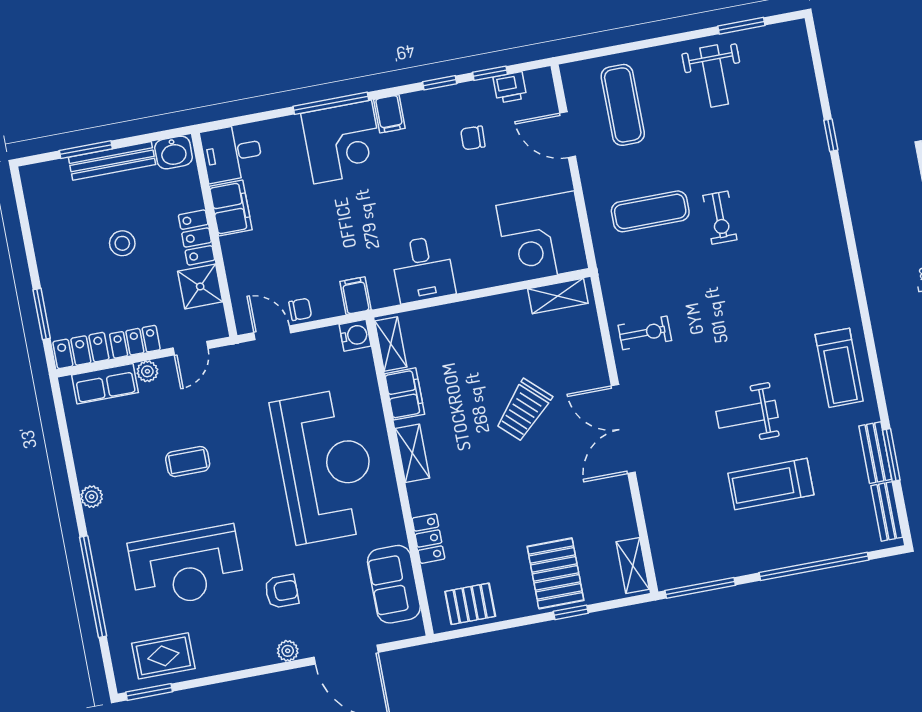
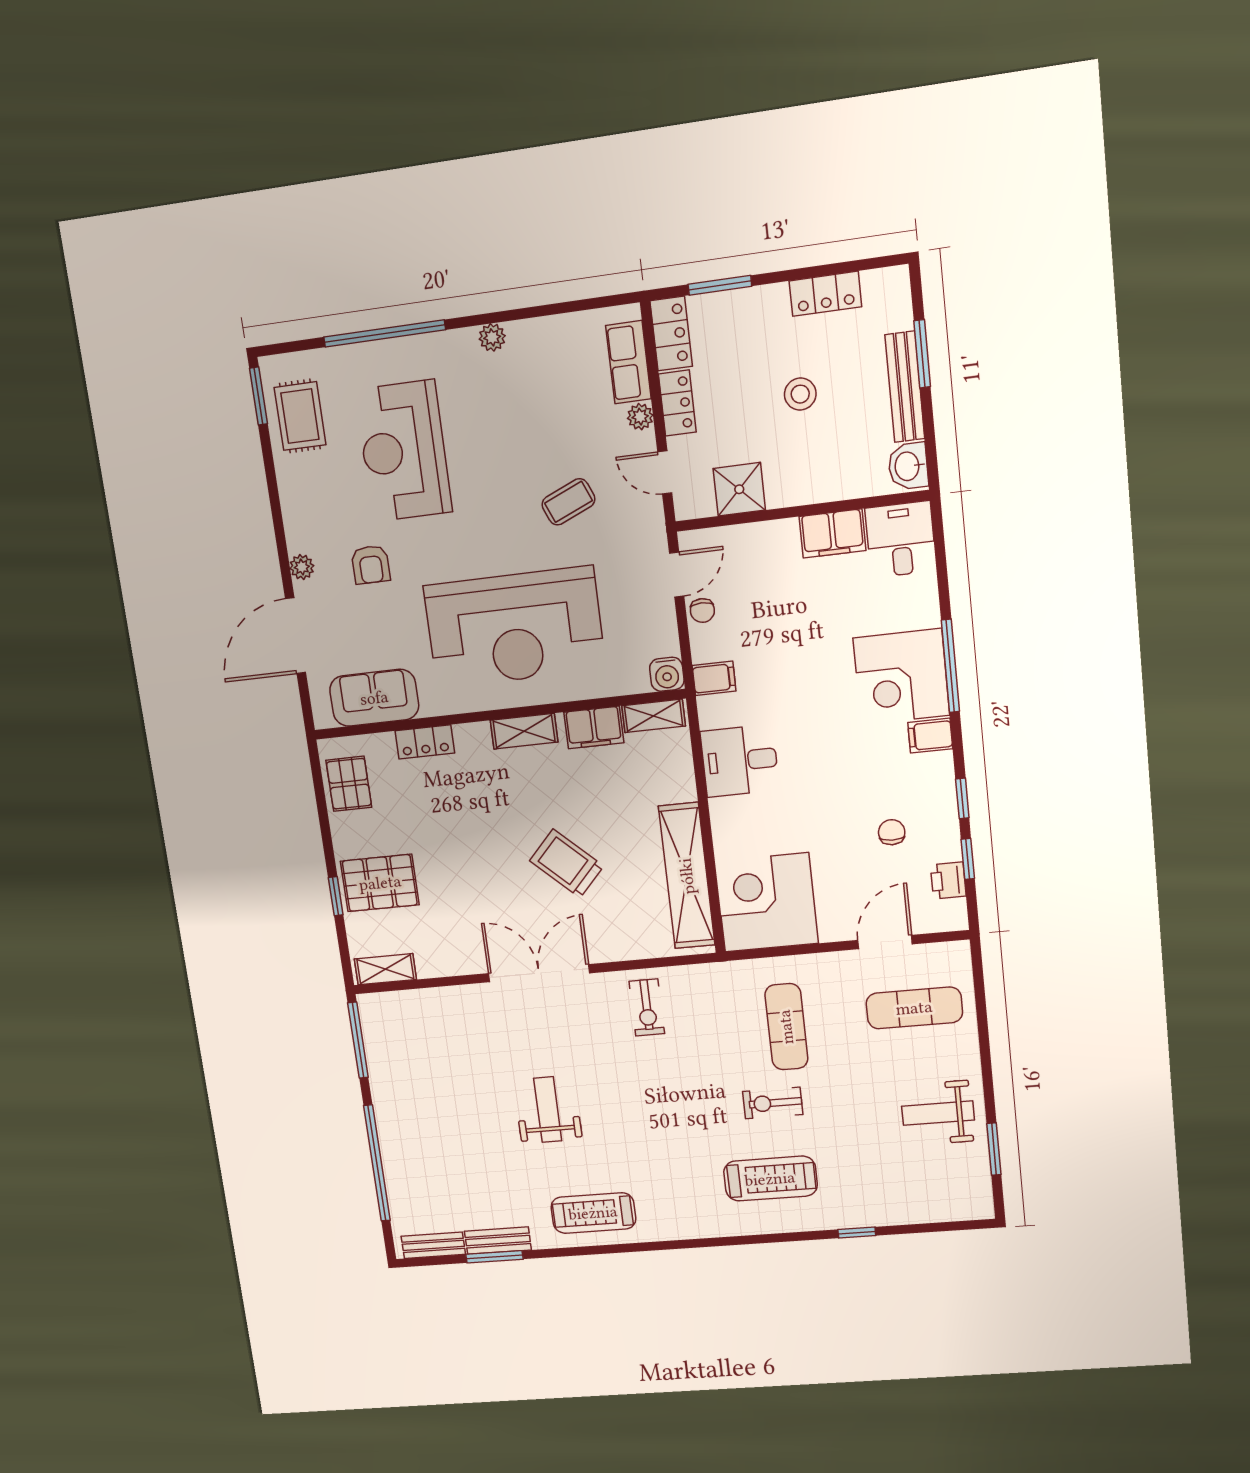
locker: (197, 237) -> (825, 294), moved, turned 180
shelving: (558, 296) -> (687, 876), width x2.20, depth x1.33
coffee table: (188, 462) -> (568, 502), moved, turned 67
treadmill: (771, 484) -> (770, 1179), moved, turned 90

